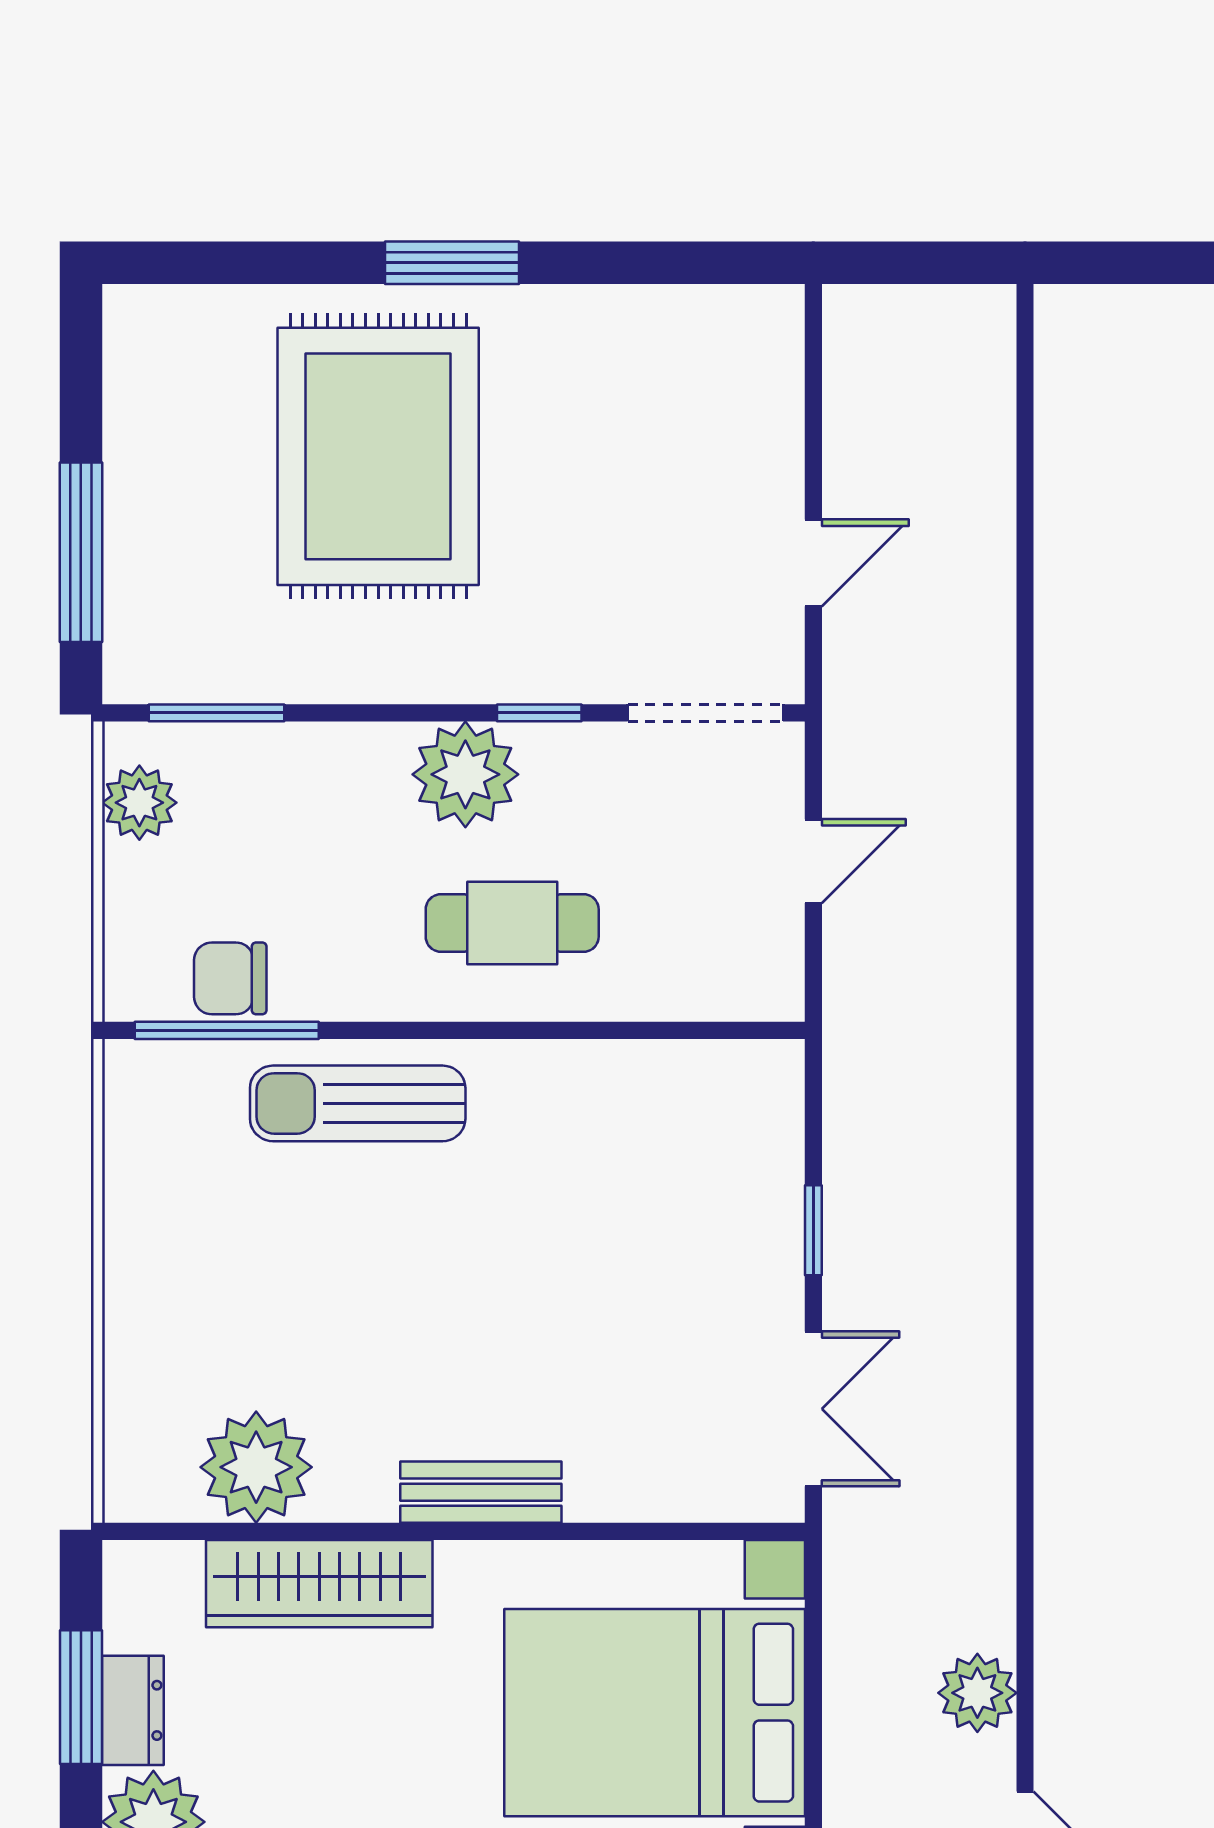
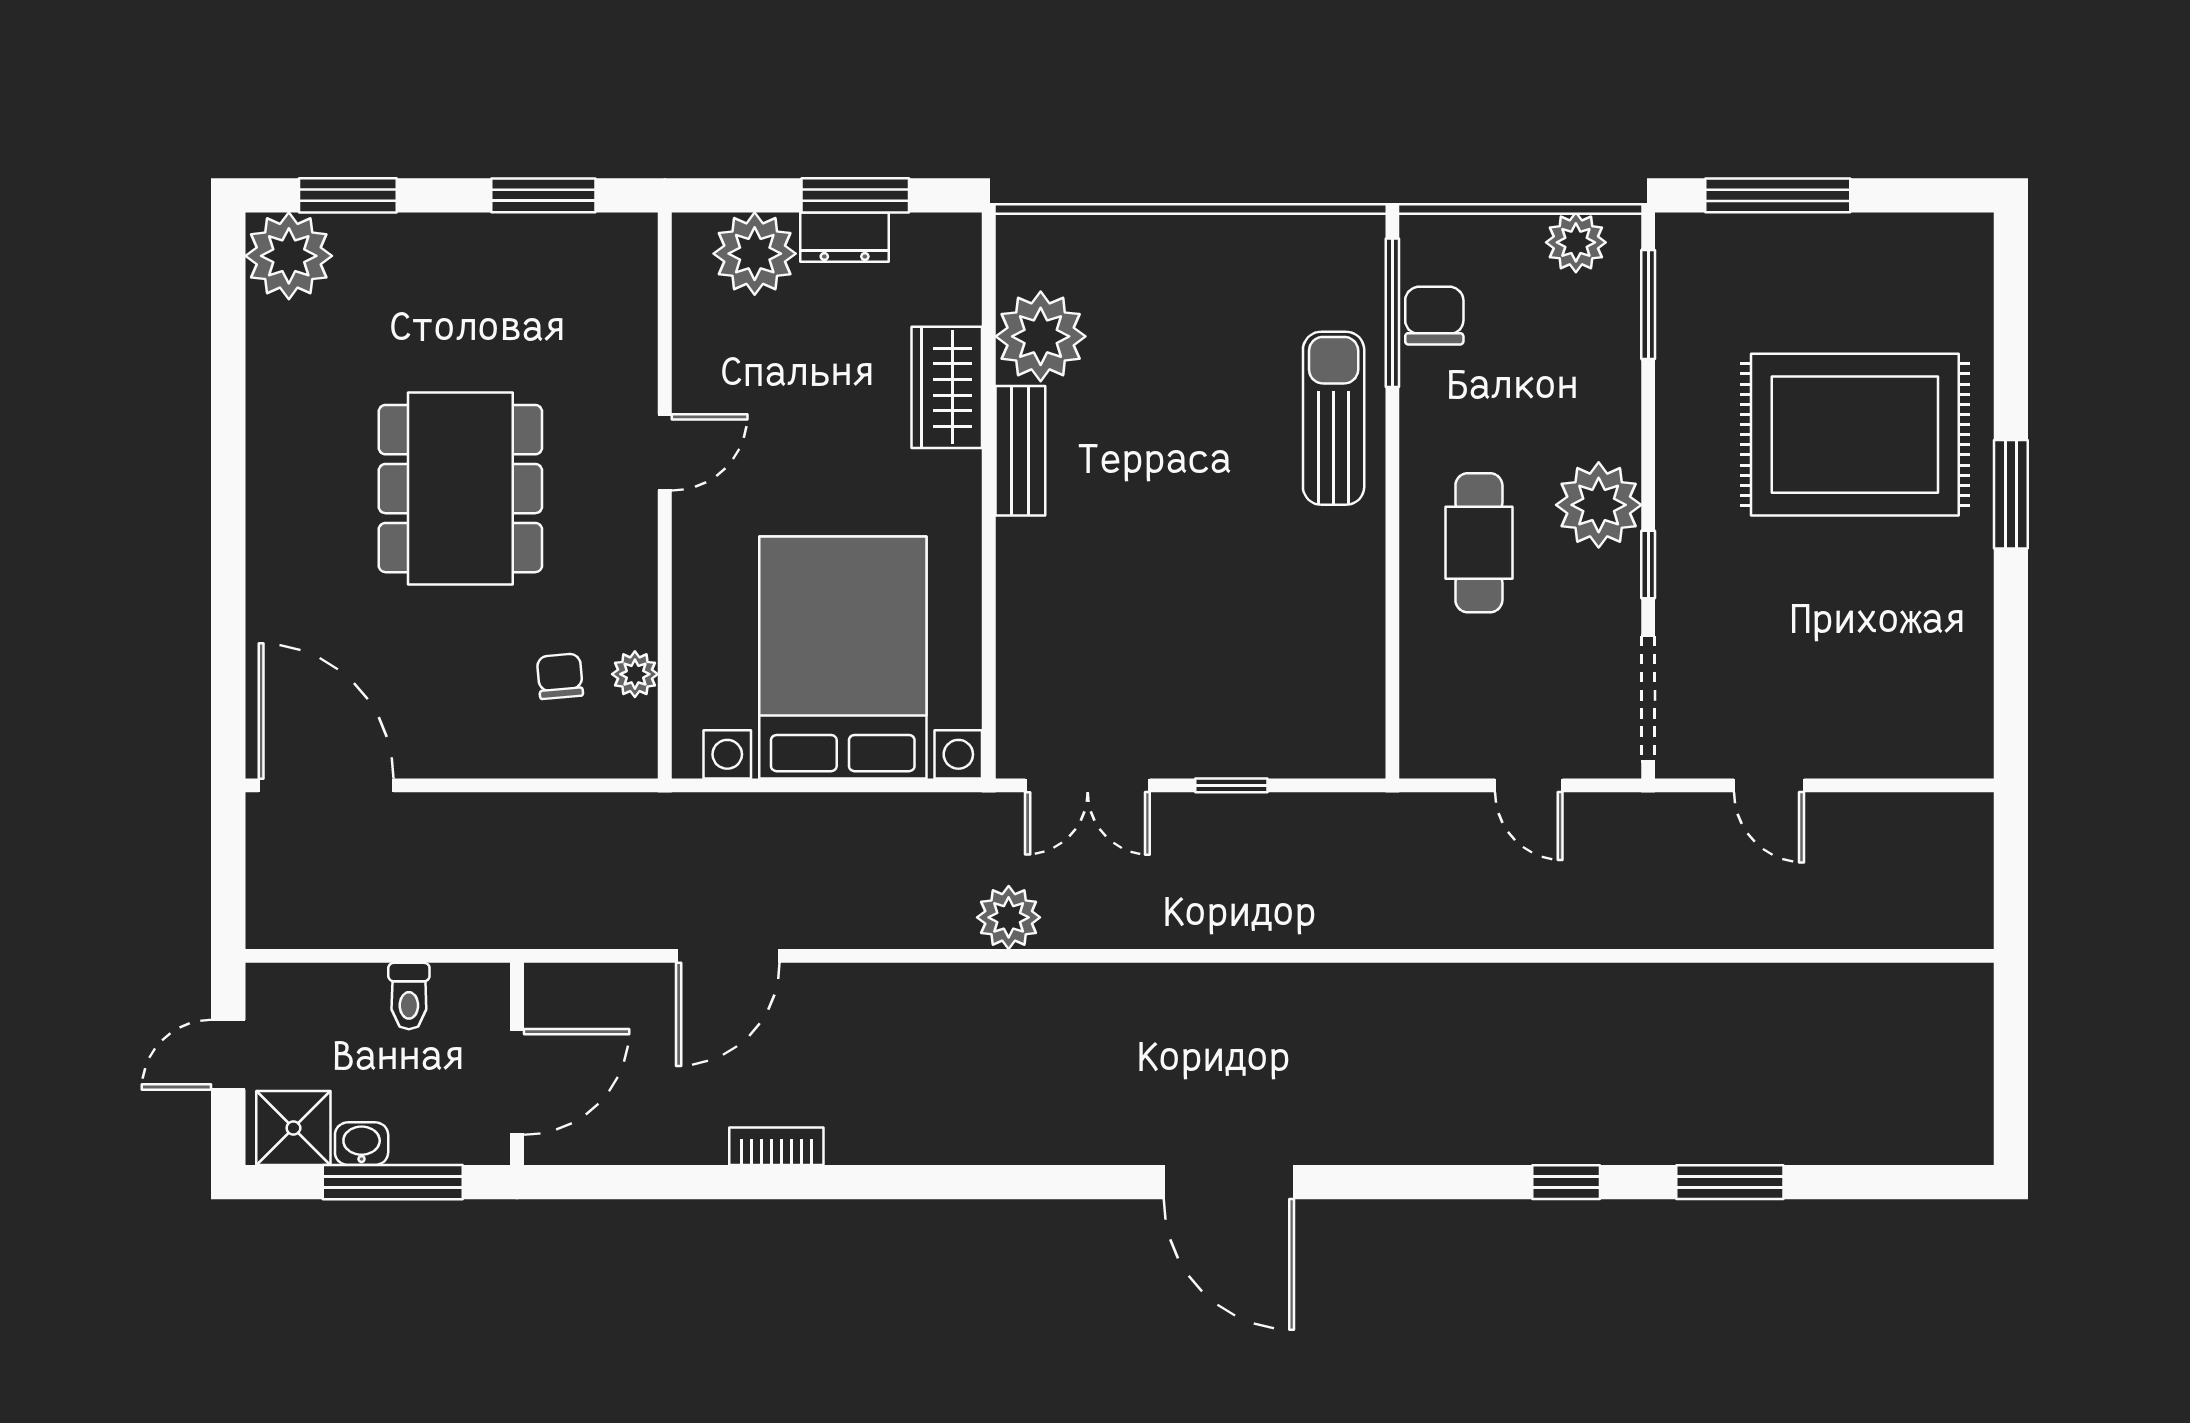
bench: (481, 1492) -> (1020, 451), moved
wardrobe: (319, 1584) -> (947, 387), width x0.67
plant: (977, 1693) -> (1009, 917), moved

